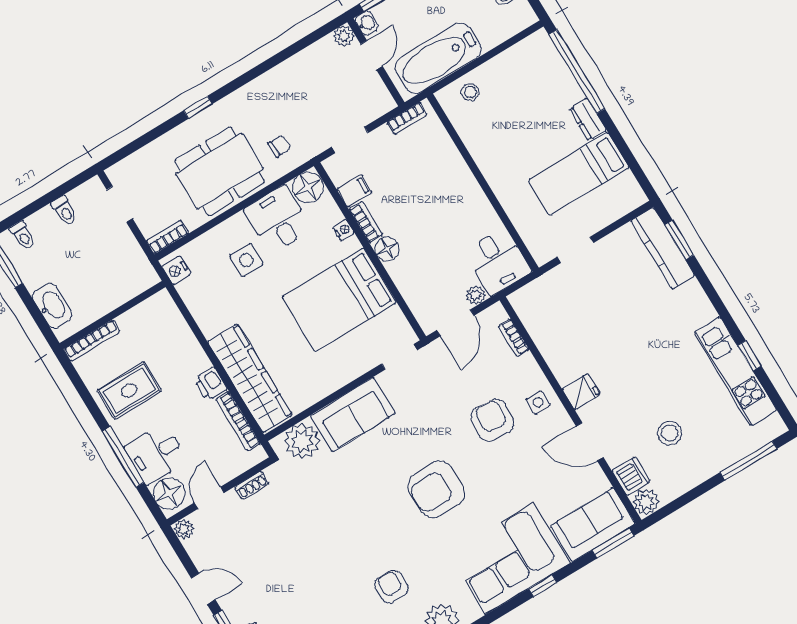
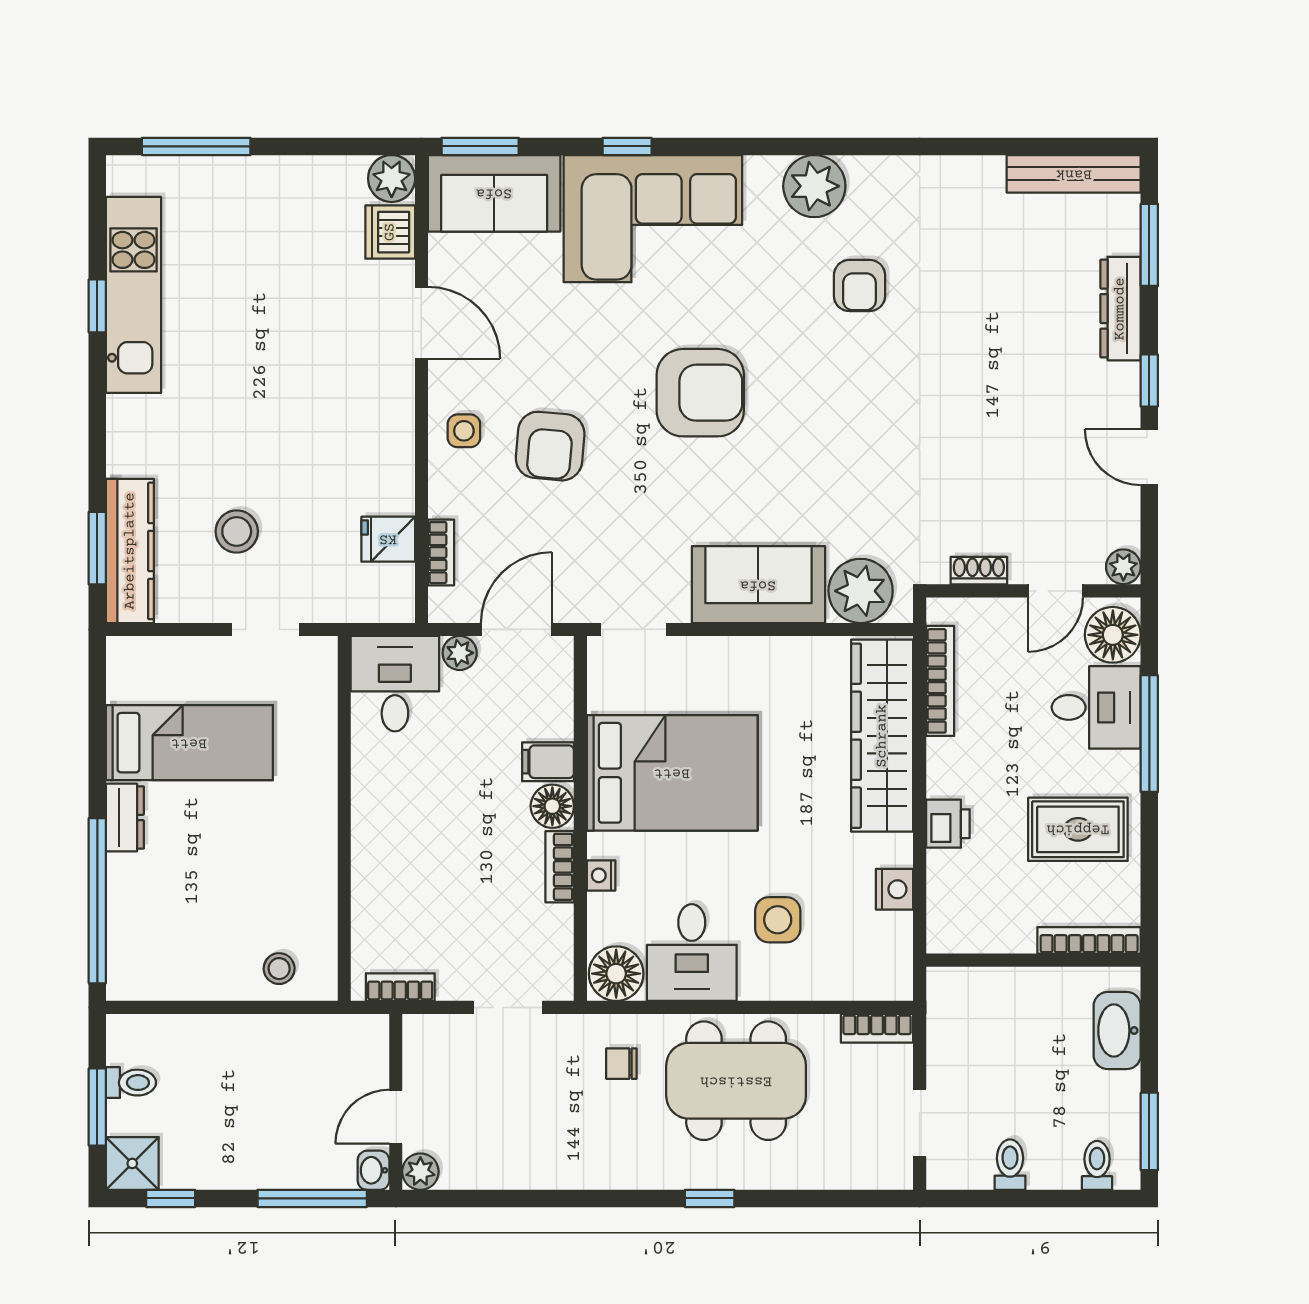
bathtub: (438, 58) -> (297, 1050), removed
filing cabinet: (354, 191) -> (548, 762), moved
nightstand: (176, 270) -> (894, 889), moved
printer: (211, 384) -> (948, 824), moved
fridge: (581, 392) -> (388, 539), moved
stool: (670, 433) -> (237, 531), moved

